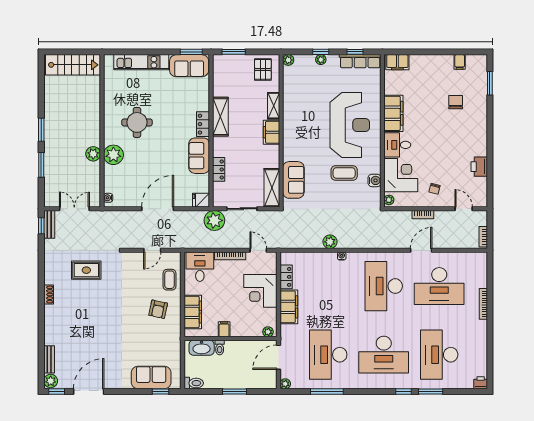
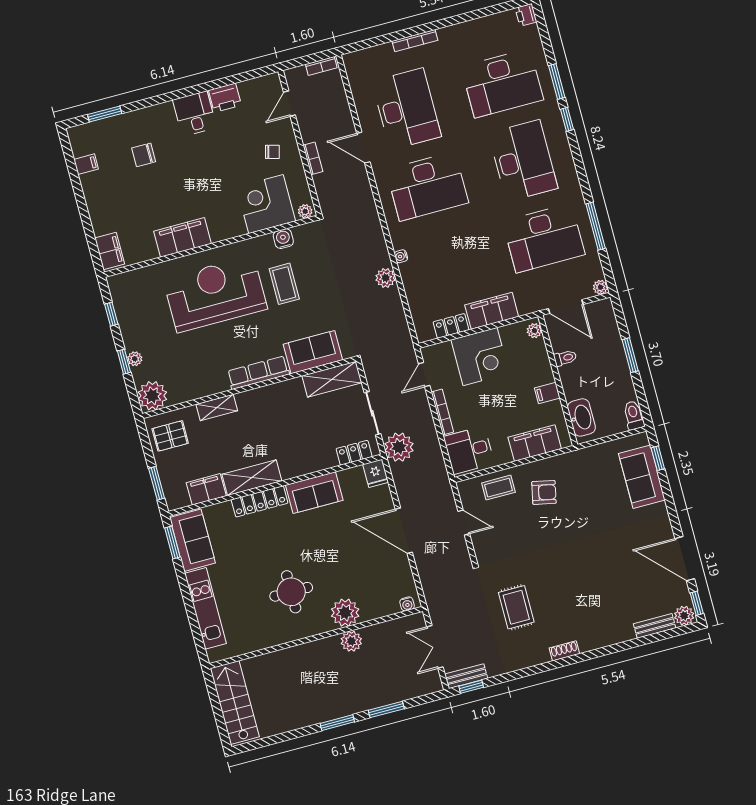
plant: (288, 60) -> (152, 396), width x1.88, depth x1.88
row of seats: (360, 61) -> (258, 373), moved, turned -90
locker: (203, 124) -> (260, 501), width x1.53
filing cabinet: (271, 132) -> (206, 489), moved, turned 180
desk: (397, 145) -> (195, 114), moved, turned 180
locker: (219, 169) -> (354, 453), moved
toilet: (220, 348) -> (565, 358), moved

